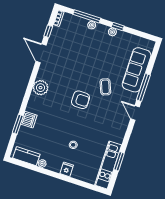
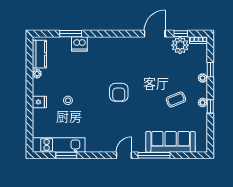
window: (87, 16) -> (210, 70), width x0.46
coffee table: (105, 87) -> (176, 99), moved
plant: (41, 88) -> (180, 45), moved

